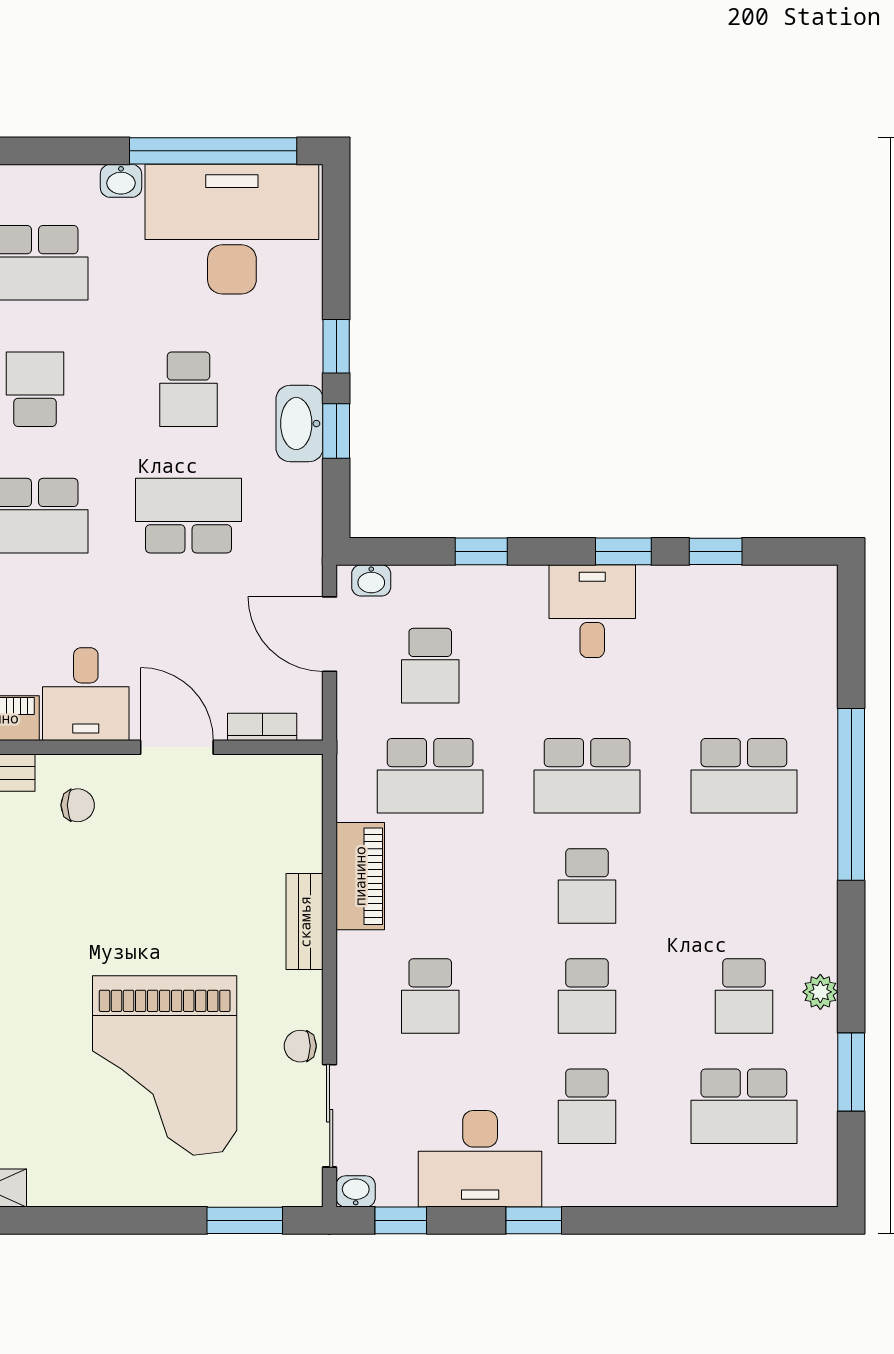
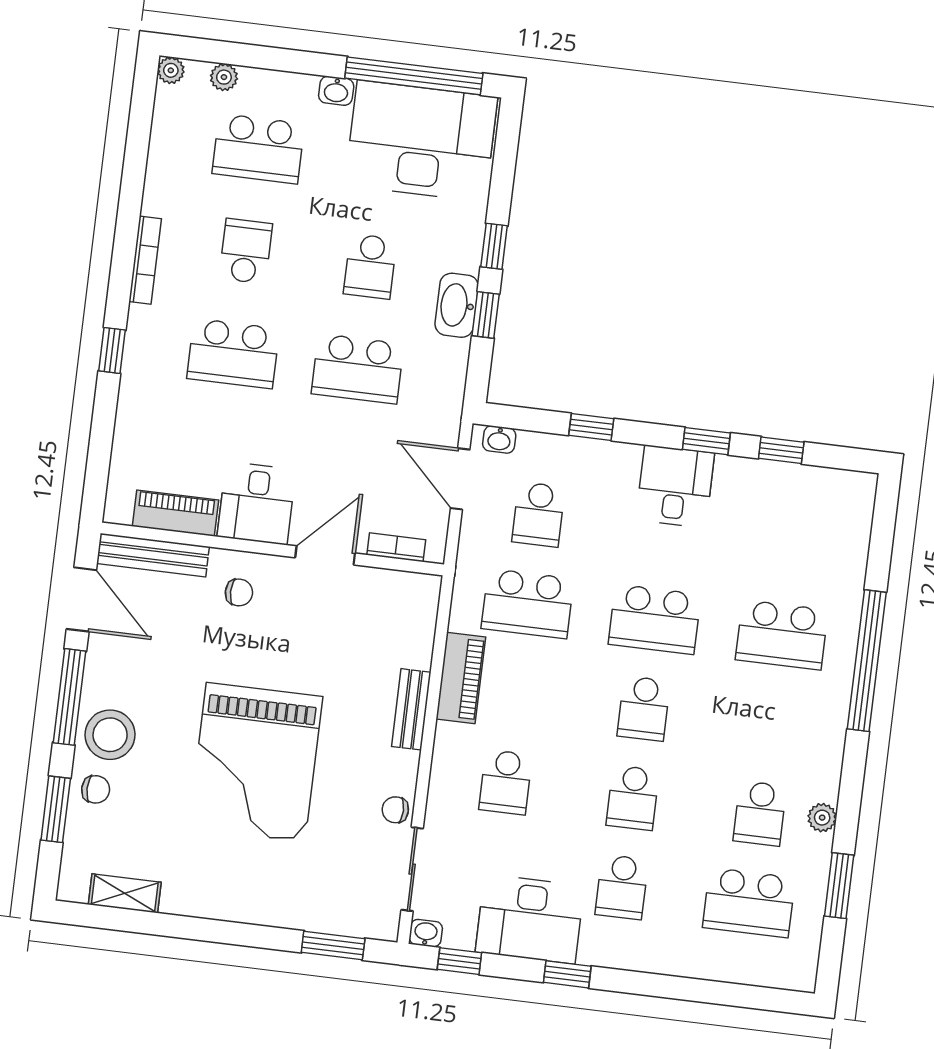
school desk: (188, 516) -> (358, 369), turned 180
door: (177, 747) -> (325, 555), hinge flipped
grand piano: (165, 1066) -> (256, 762), moved

